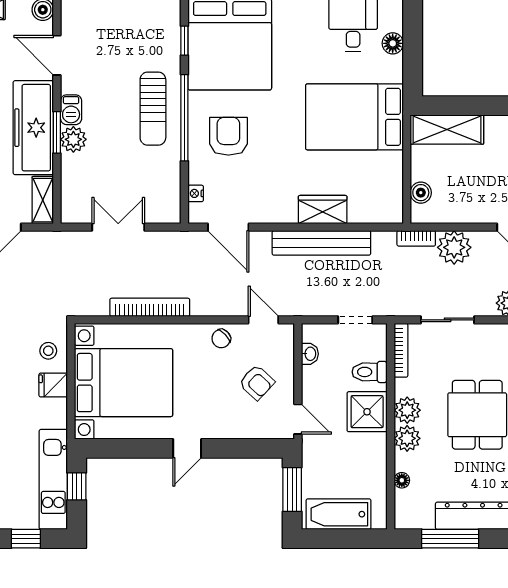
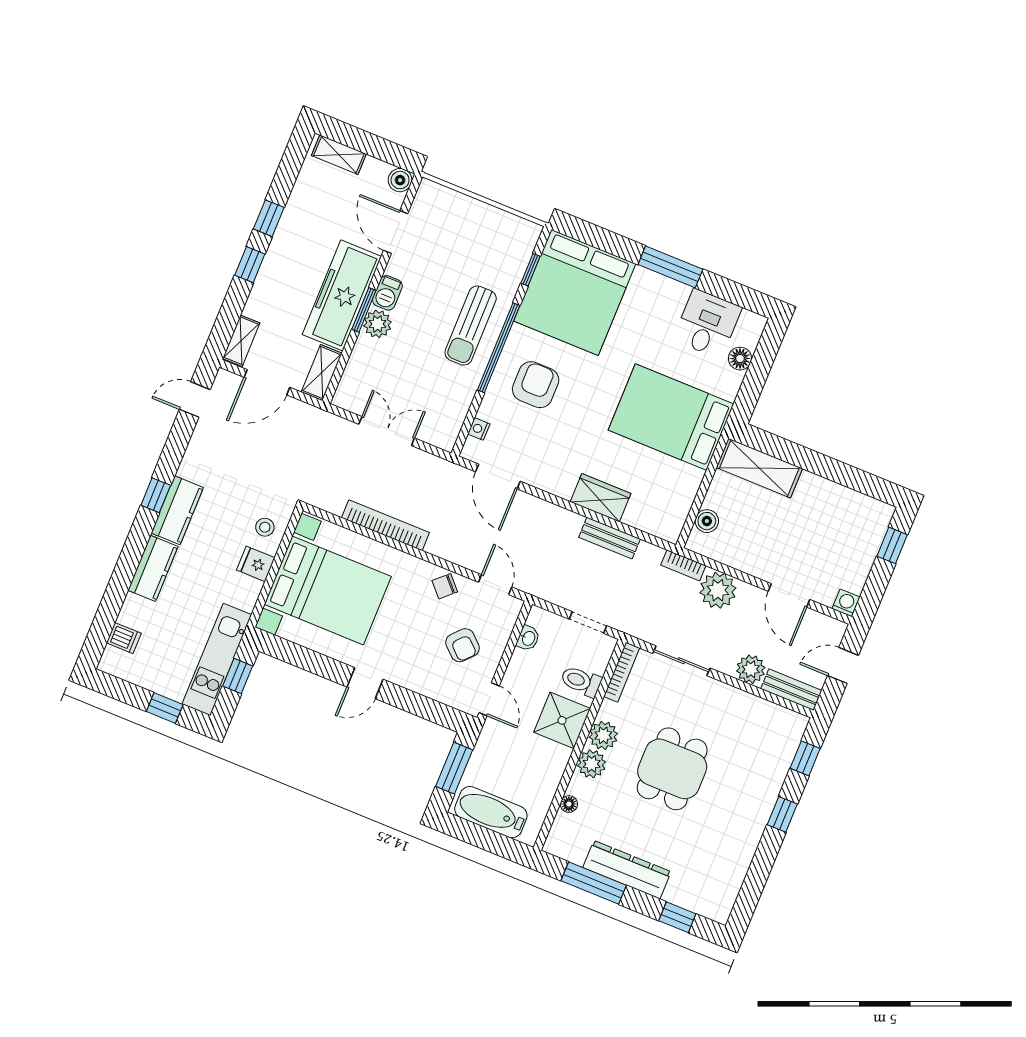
bench: (321, 243) -> (610, 538), width x0.54, depth x0.82

